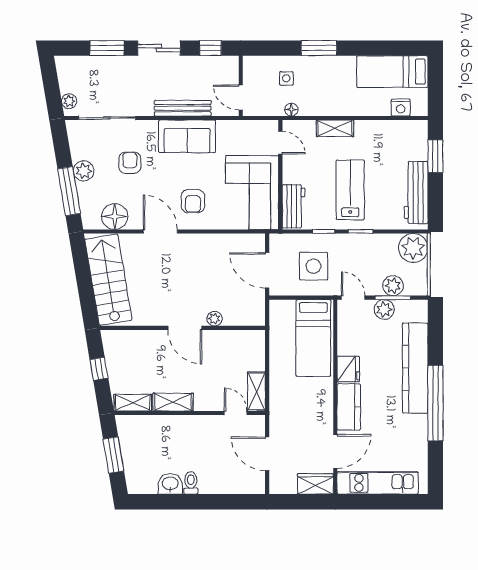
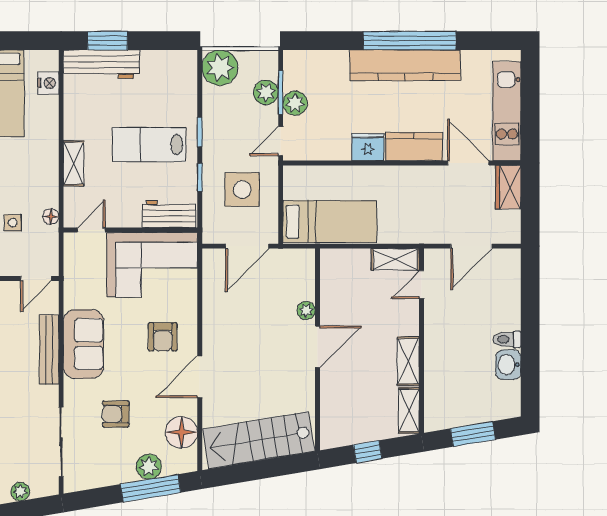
plant: (69, 101) -> (20, 492), moved
plant: (84, 171) -> (149, 467), moved
workbench: (416, 193) -> (101, 64), moved
armchair: (193, 201) -> (163, 337), turned 90
bed: (313, 338) -> (330, 222), moved
kitchen counter: (415, 368) -> (405, 65), moved

